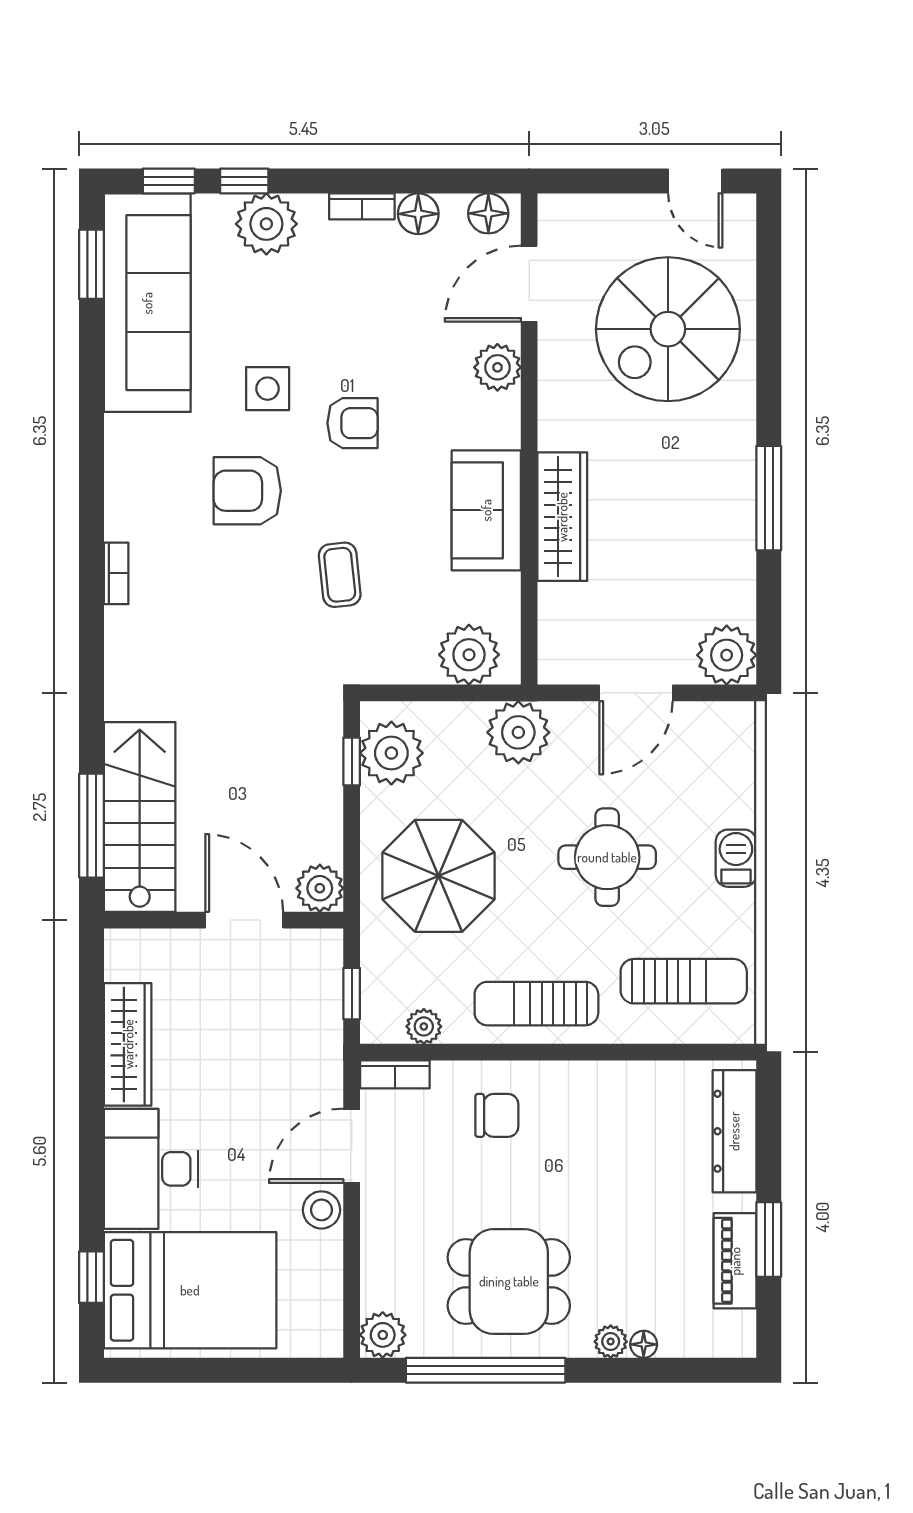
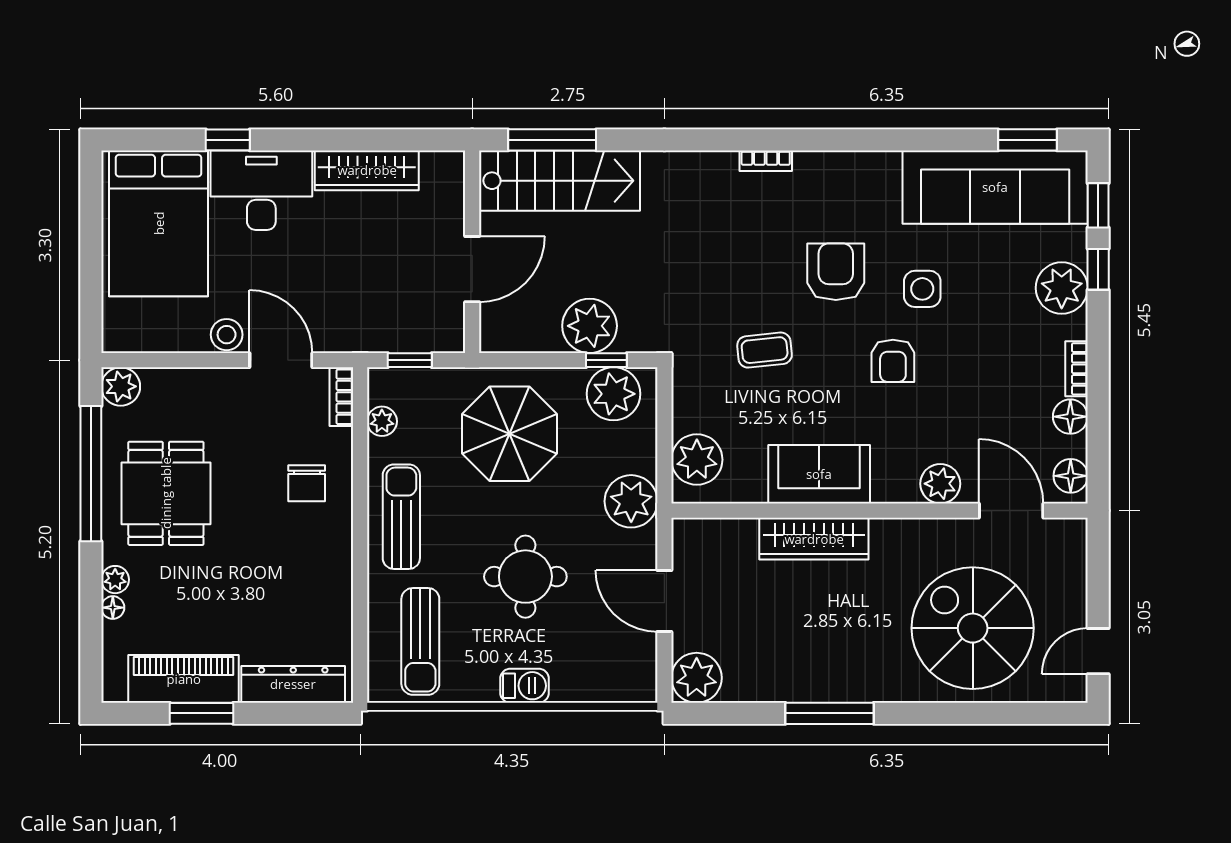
plant: (320, 888) -> (590, 326), moved, width x1.36, depth x1.36
piano: (735, 1261) -> (184, 679), width x1.37, depth x1.33
window: (91, 1277) -> (228, 140), moved

